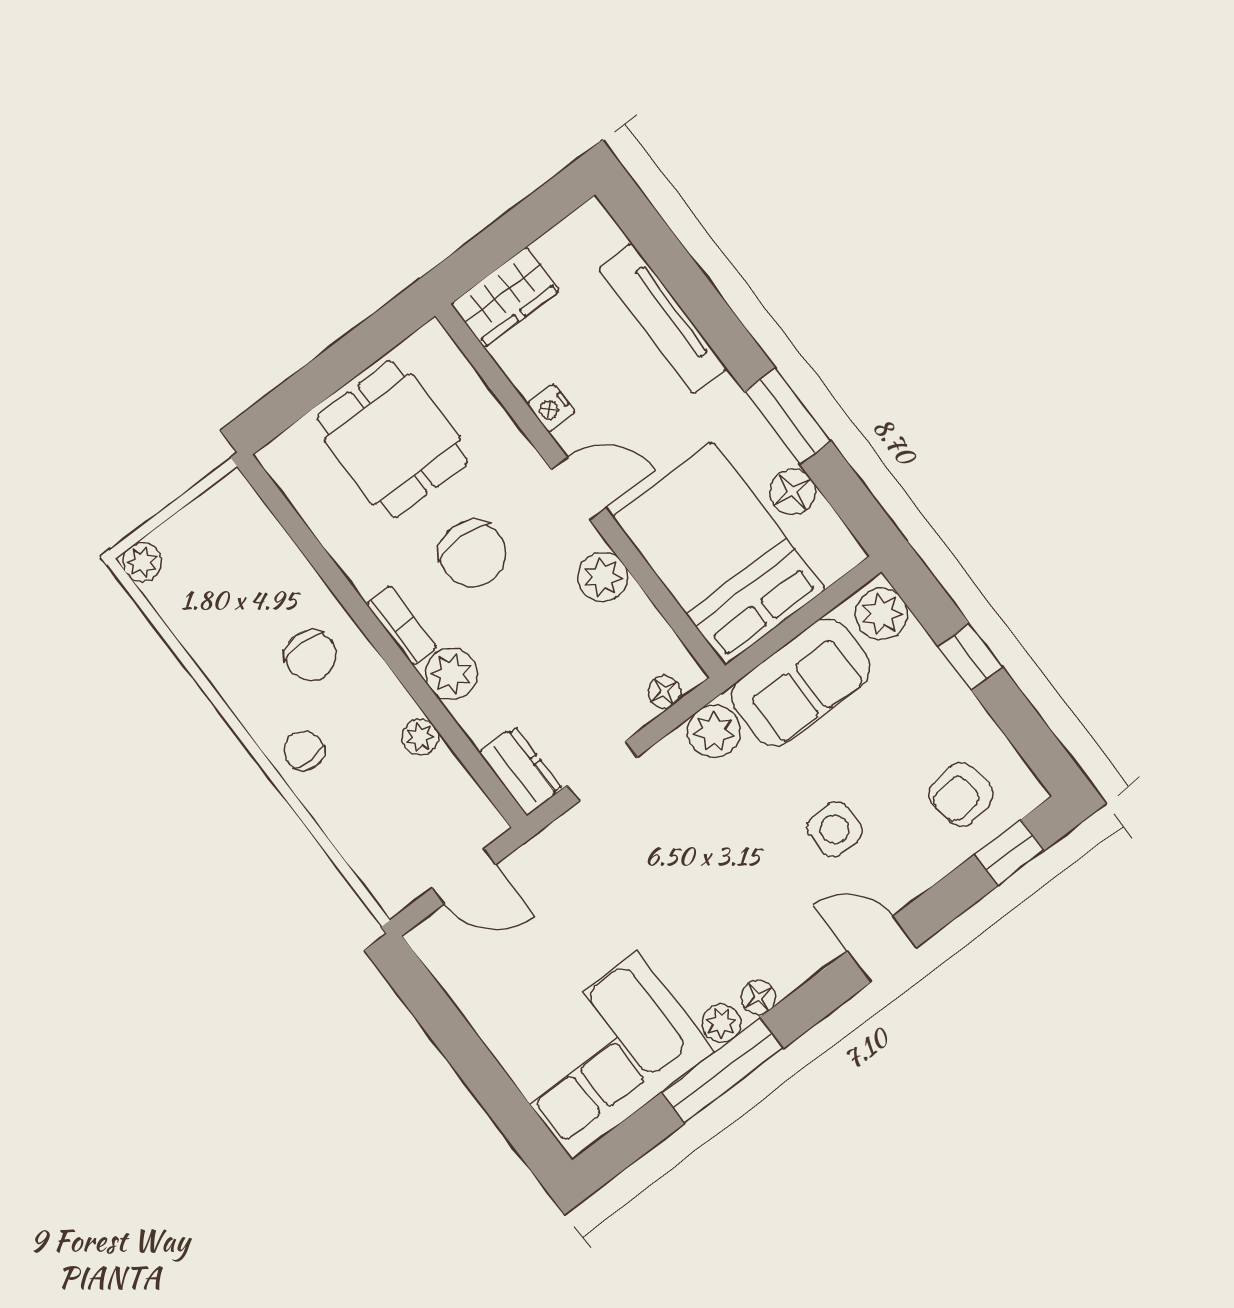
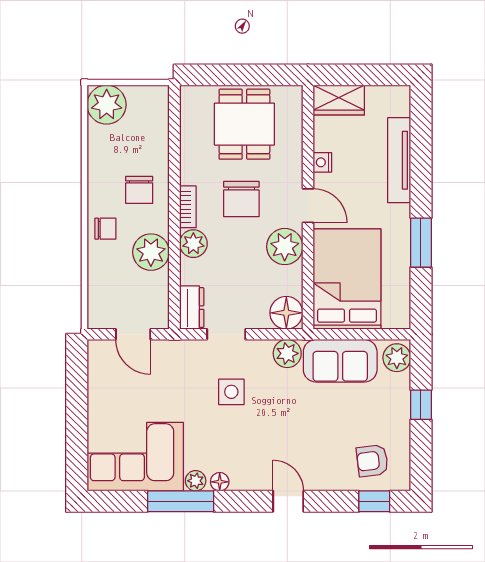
floor lamp: (793, 492) -> (399, 277), removed
plant: (142, 562) -> (107, 105), width x1.88, depth x1.88
plant: (603, 577) -> (285, 247), width x1.36, depth x1.36
floor lamp: (664, 692) -> (286, 313), width x1.89, depth x1.89
plant: (420, 737) -> (151, 252), width x1.88, depth x1.88
chair: (304, 751) -> (105, 229), turned 90
side table: (835, 829) -> (231, 392), moved

